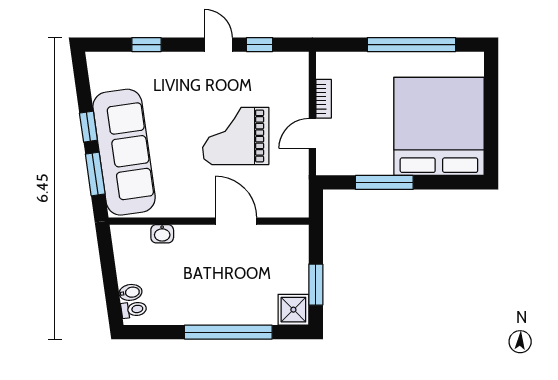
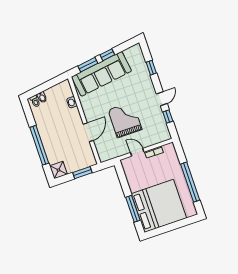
window: (384, 182) -> (133, 209), moved
window: (316, 285) -> (82, 173), moved

